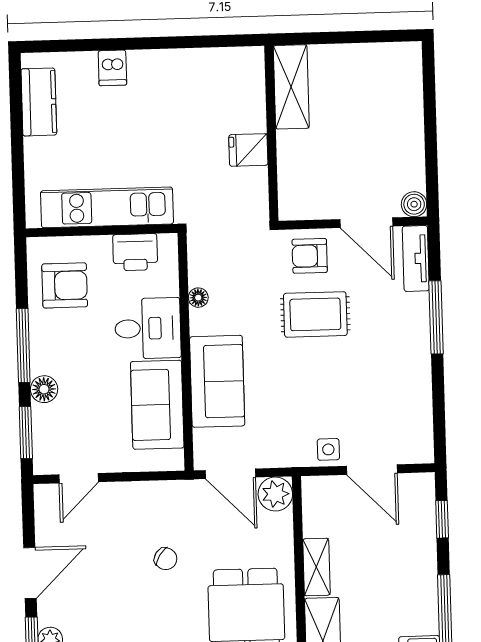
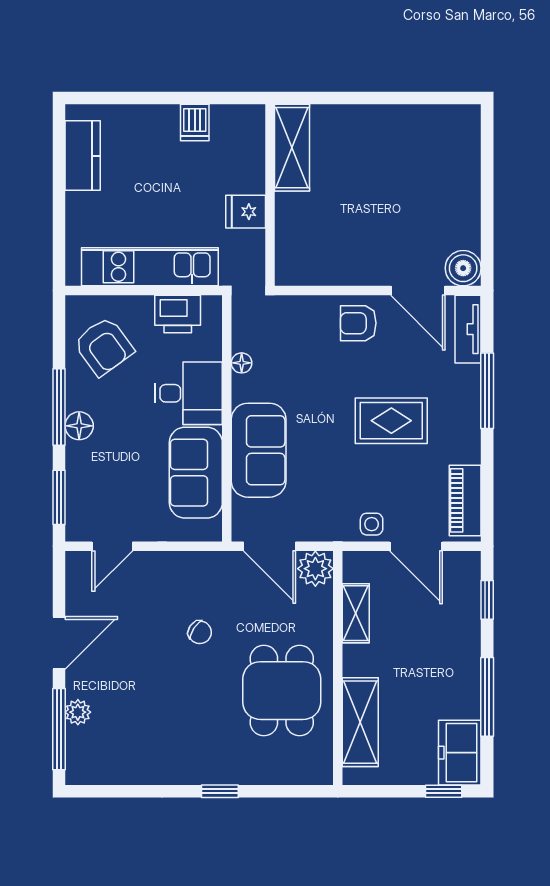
dishwasher: (112, 68) -> (195, 123), moved
shelving: (291, 87) -> (292, 148), moved
wall: (271, 133) -> (270, 195), moved
fridge: (248, 150) -> (246, 212), moved
boiler: (414, 204) -> (463, 268), width x1.36, depth x1.36
armchair: (65, 285) -> (104, 346), turned 54
rug: (315, 314) -> (391, 421), moved
floor lamp: (44, 389) -> (79, 426), moved
piano: (418, 424) -> (465, 500), added
shelving: (316, 567) -> (356, 613), moved

